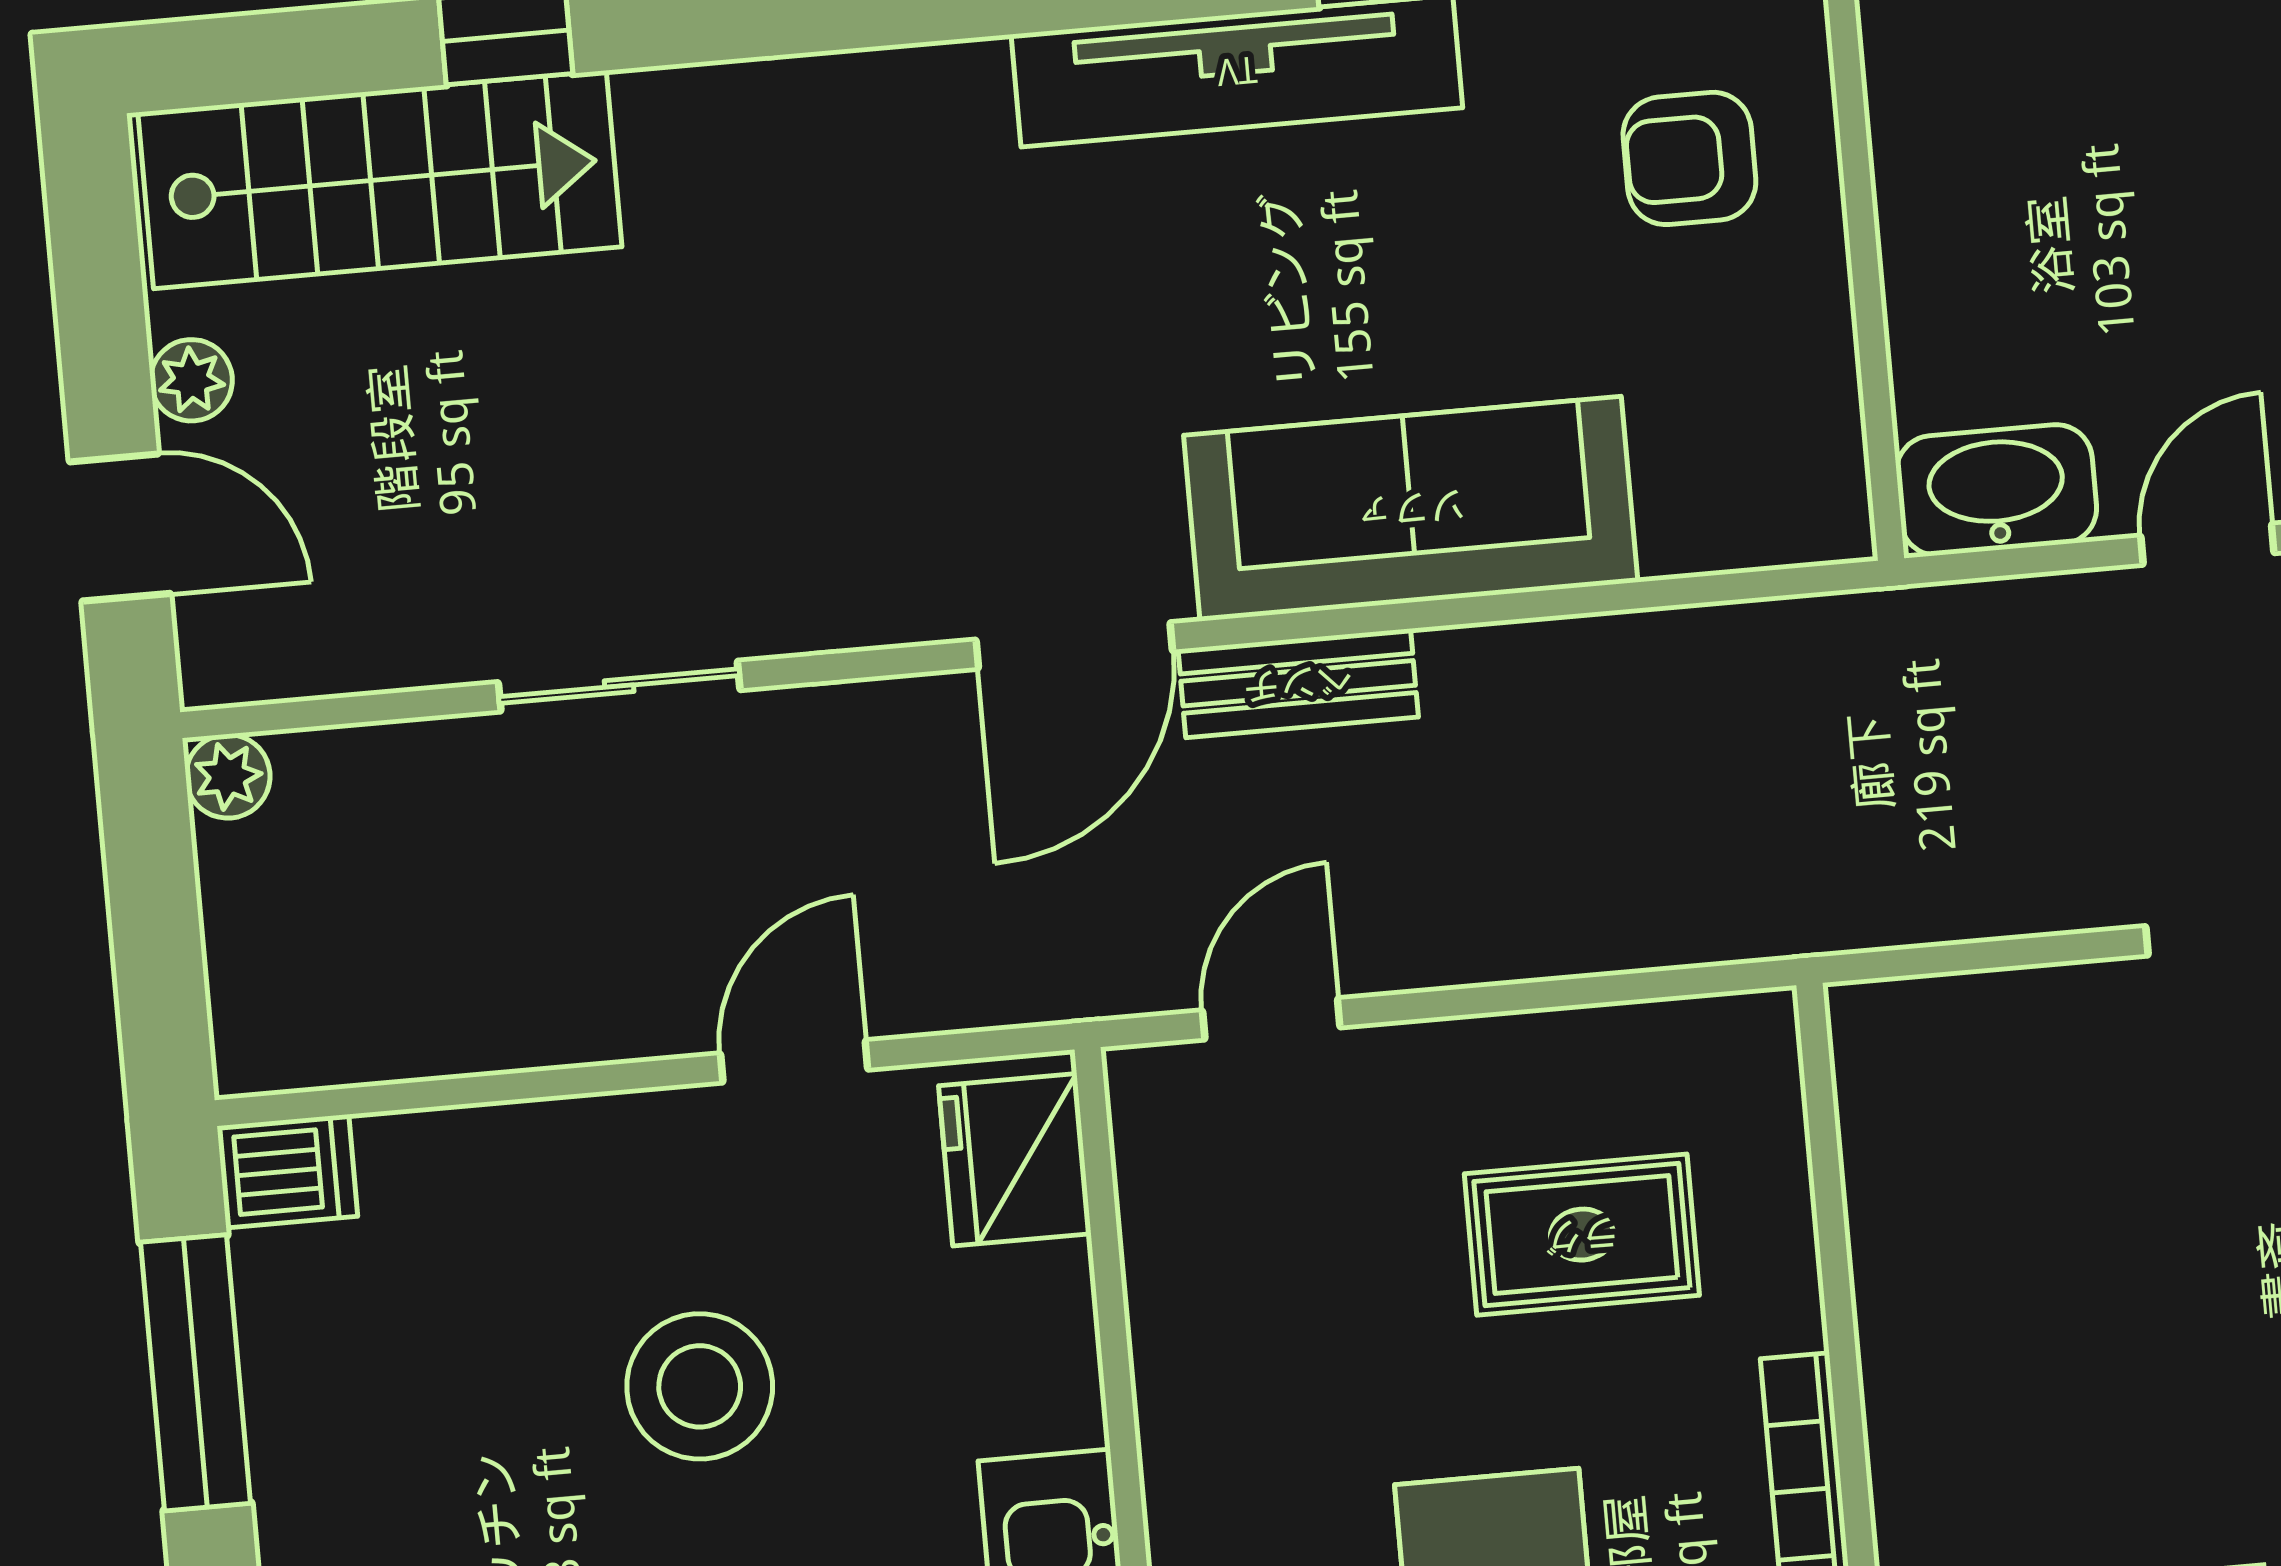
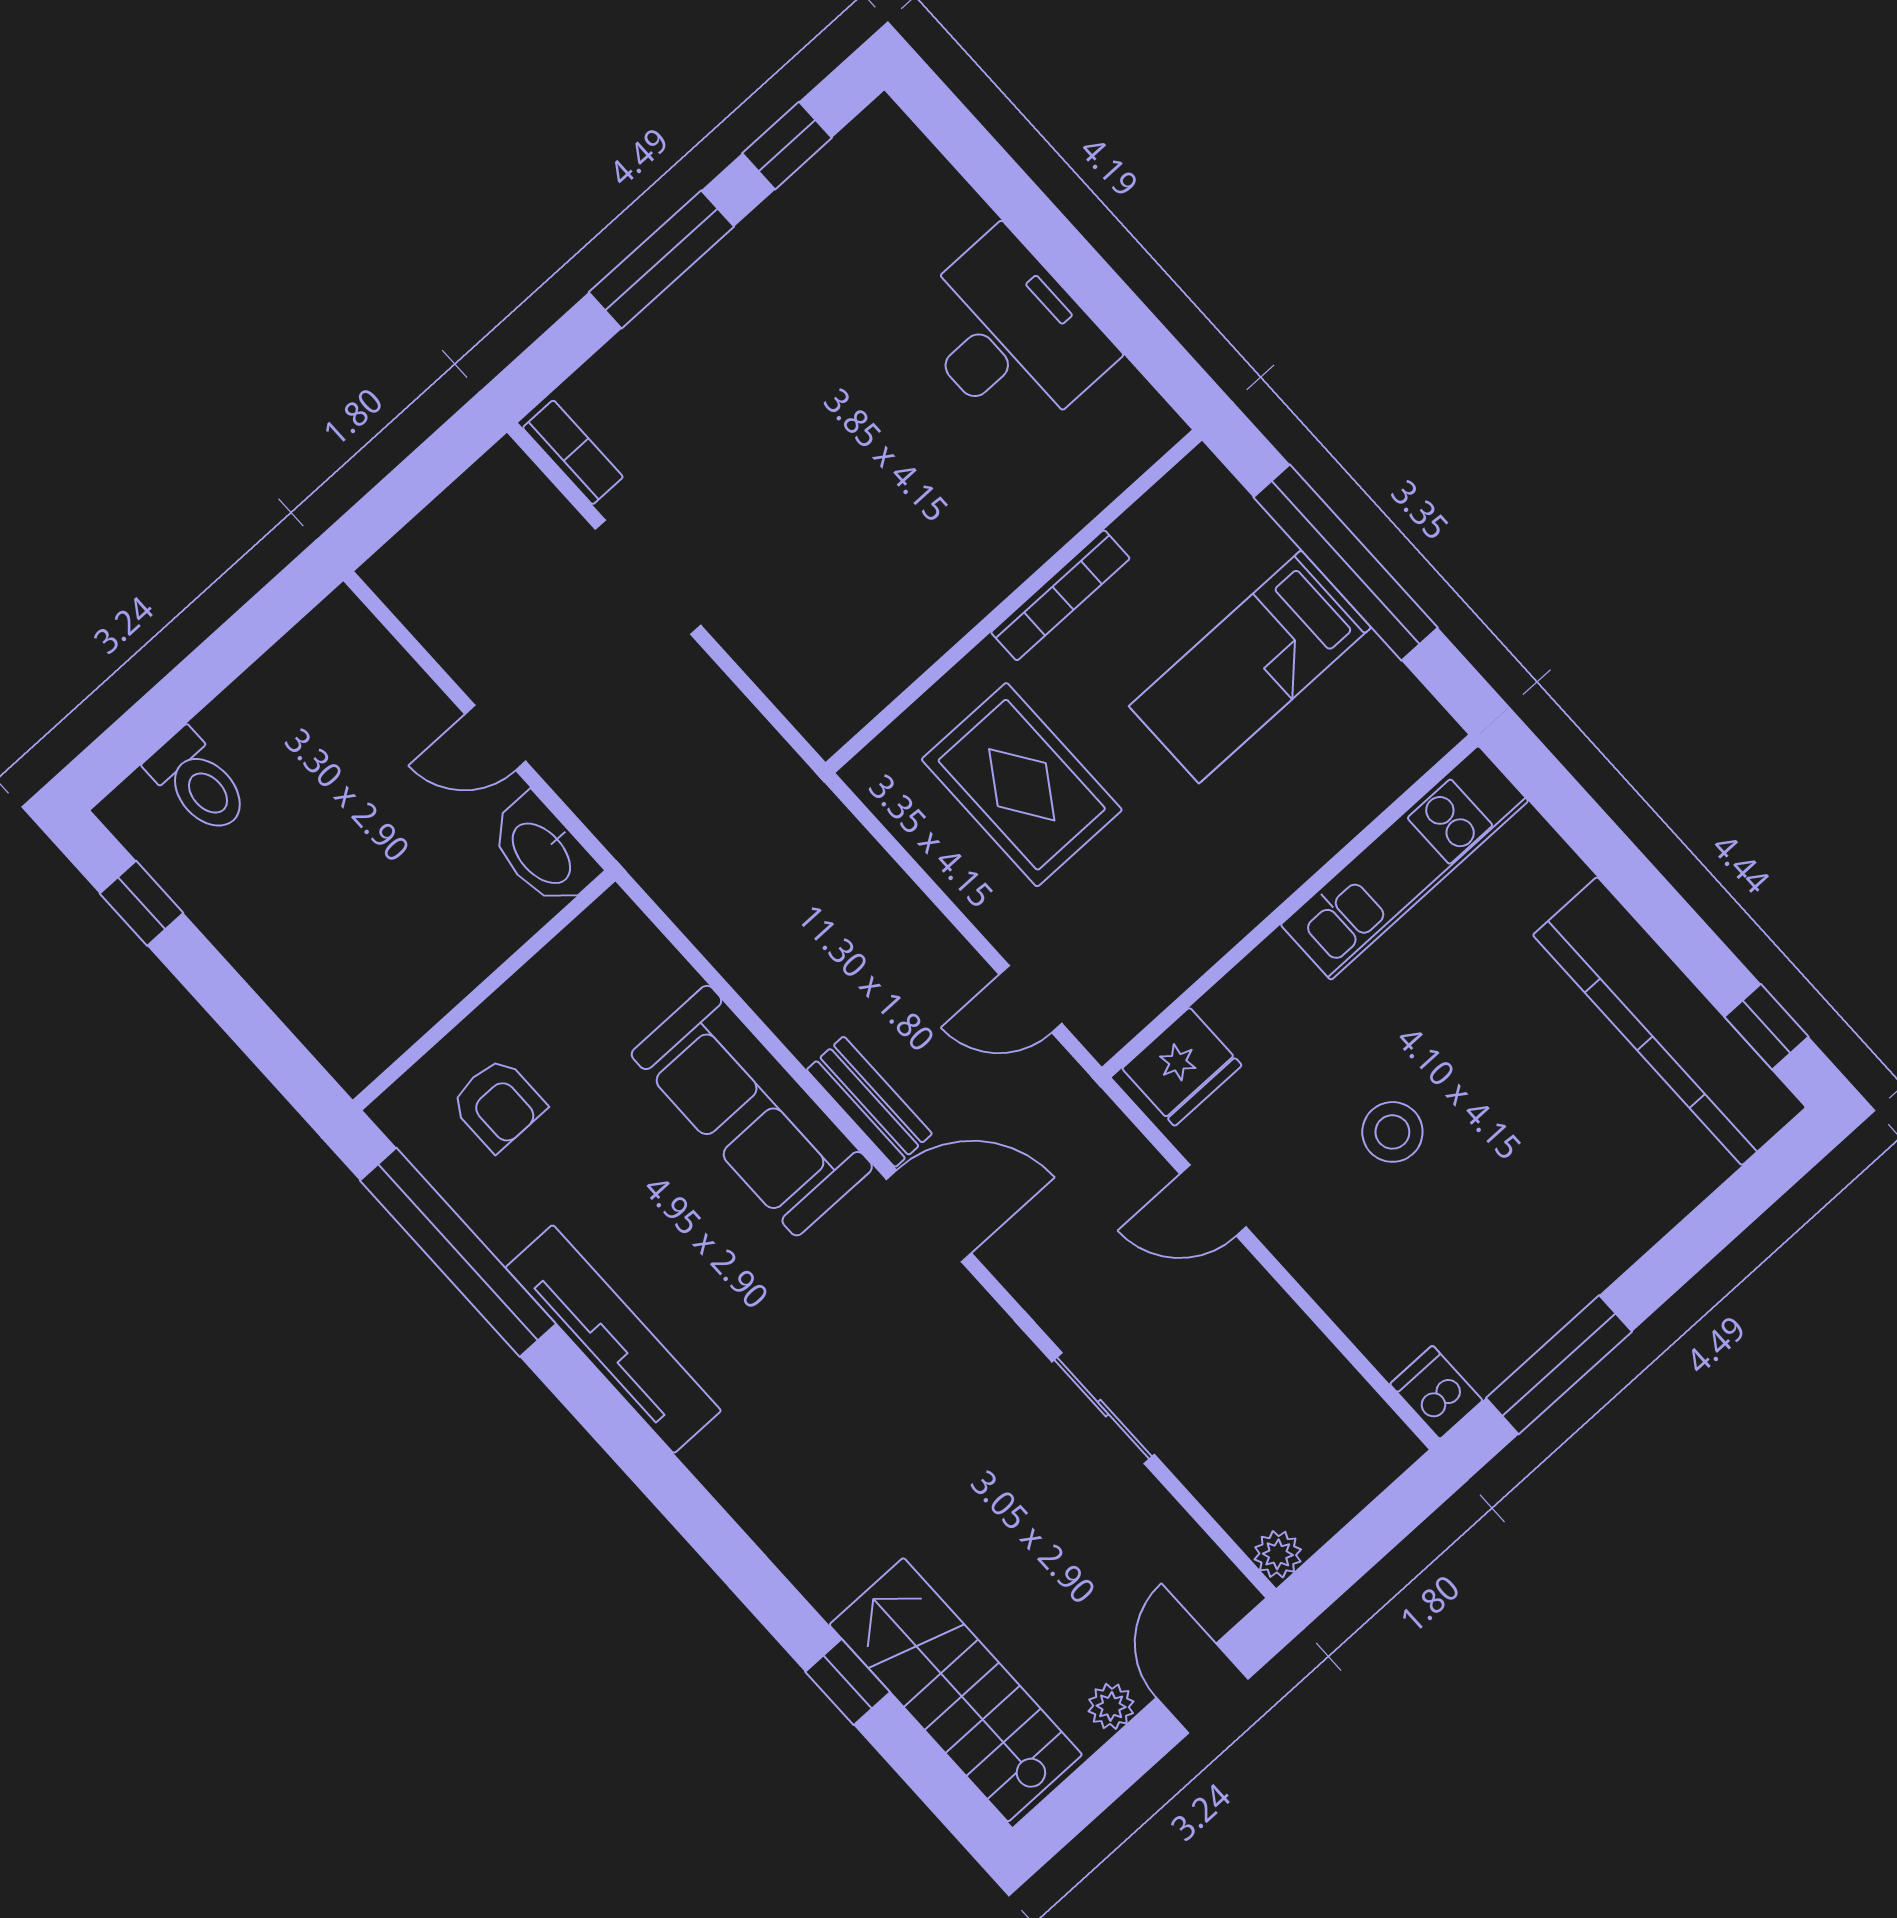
rug: (1582, 1235) -> (1022, 785), width x1.36, depth x1.43
stool: (700, 1386) -> (1392, 1132), width x0.73, depth x0.73

